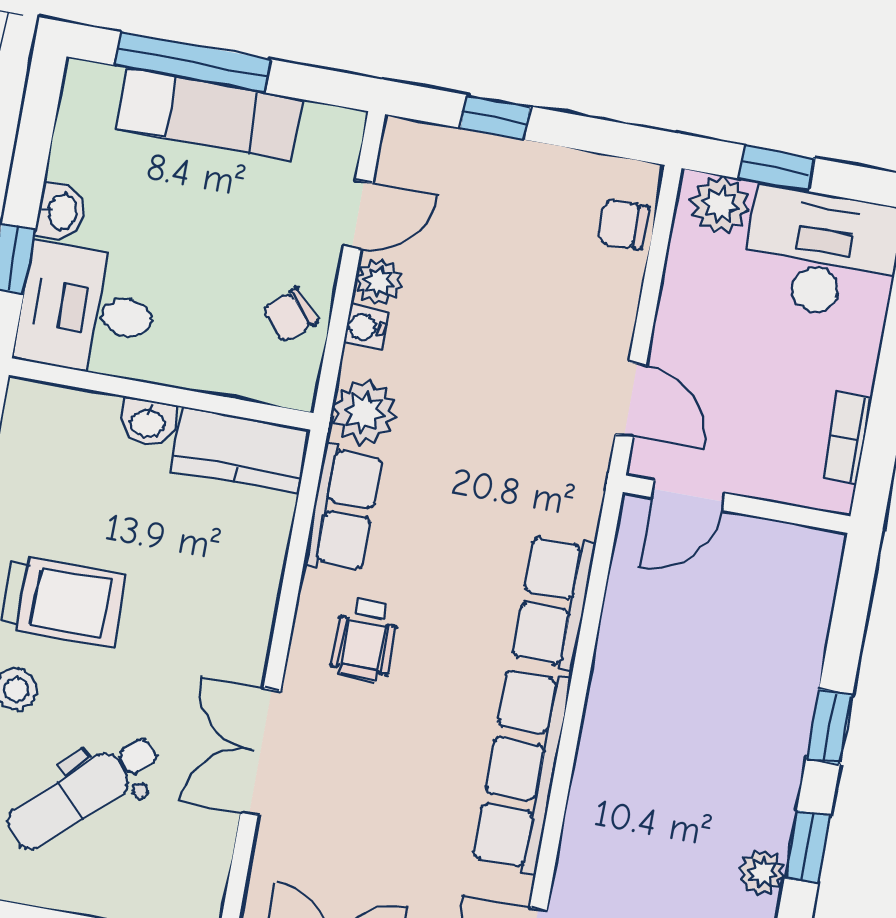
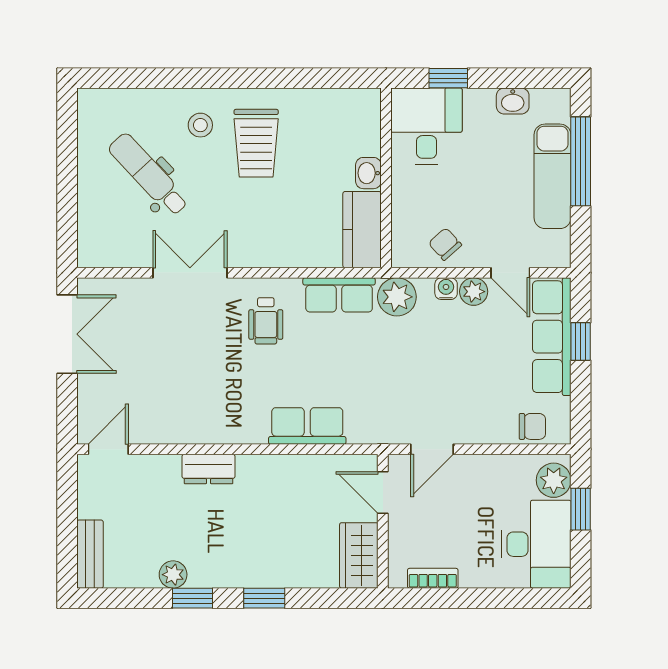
washbasin: (61, 211) -> (513, 101), moved
chair: (623, 224) -> (532, 426), turned 90
wardrobe: (787, 555) -> (359, 555), added
wheelchair: (364, 639) -> (266, 321), turned -90
row of seats: (522, 770) -> (552, 337), moved, turned -90
dresser: (596, 781) -> (209, 469), added

